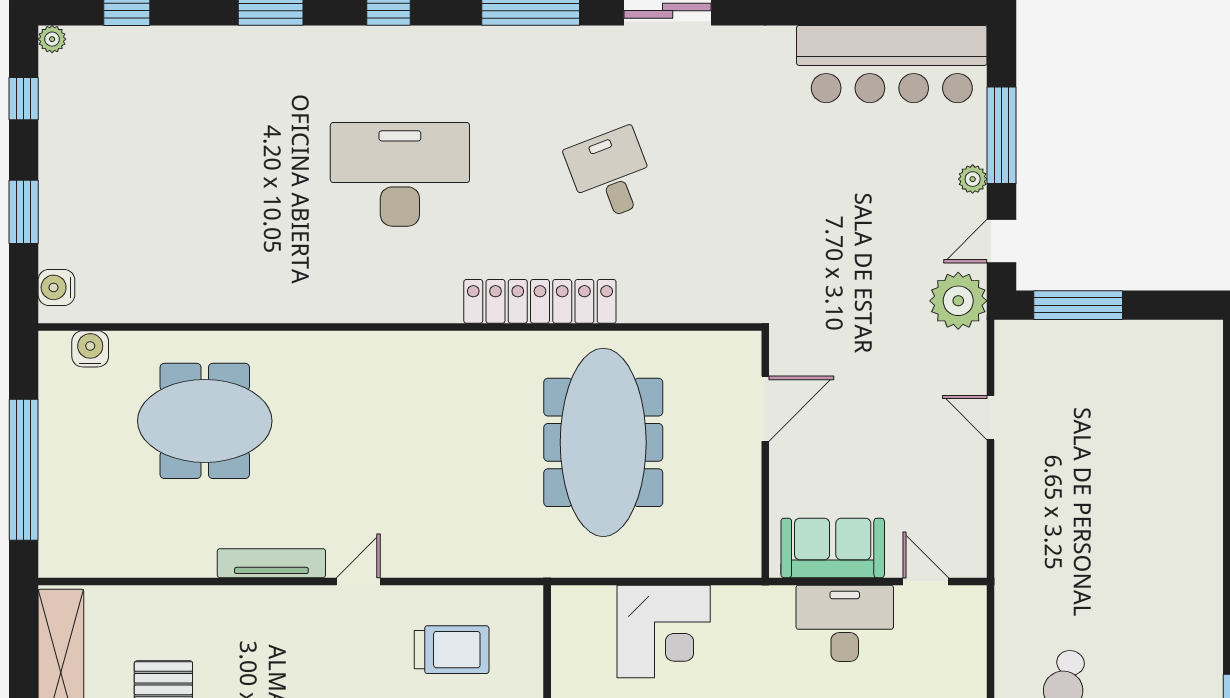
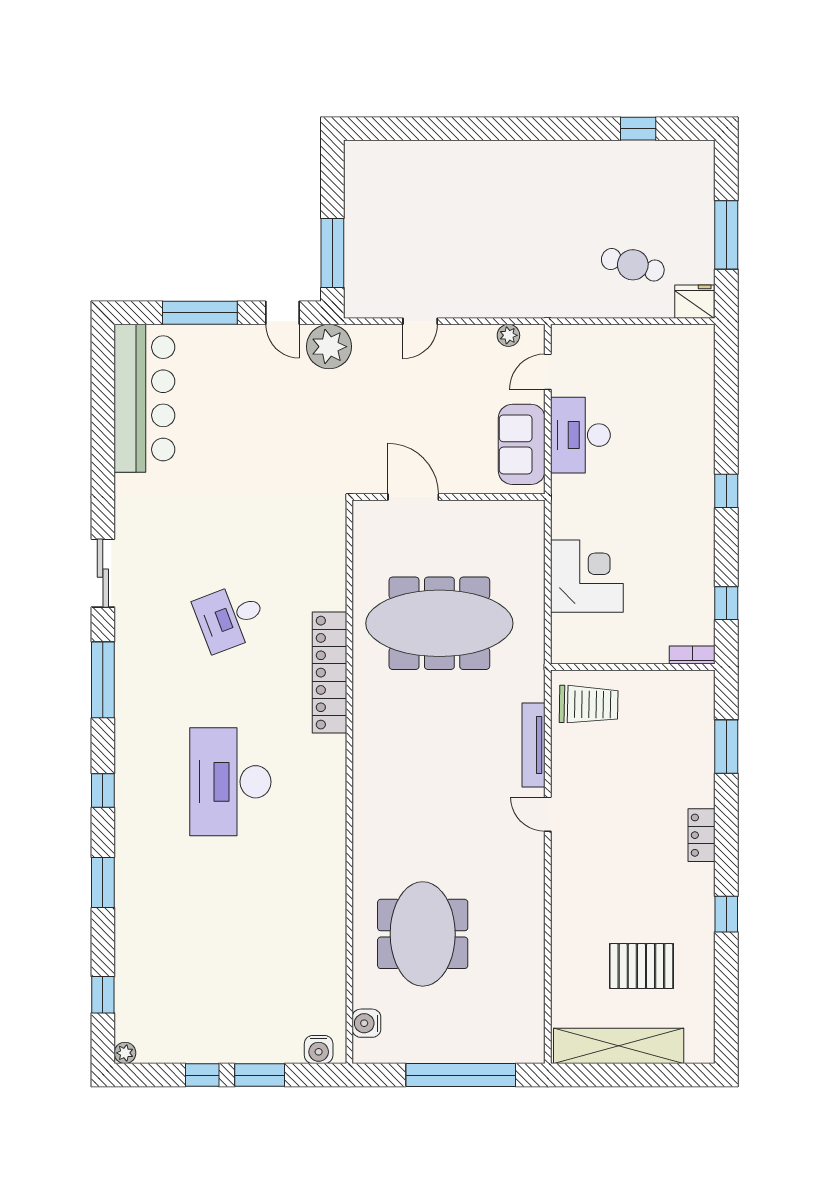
window: (24, 99) -> (202, 1075), moved
plant: (973, 179) -> (508, 335), moved
tv unit: (271, 563) -> (534, 745), moved
trolley: (452, 650) -> (589, 704), moved, turned 91

